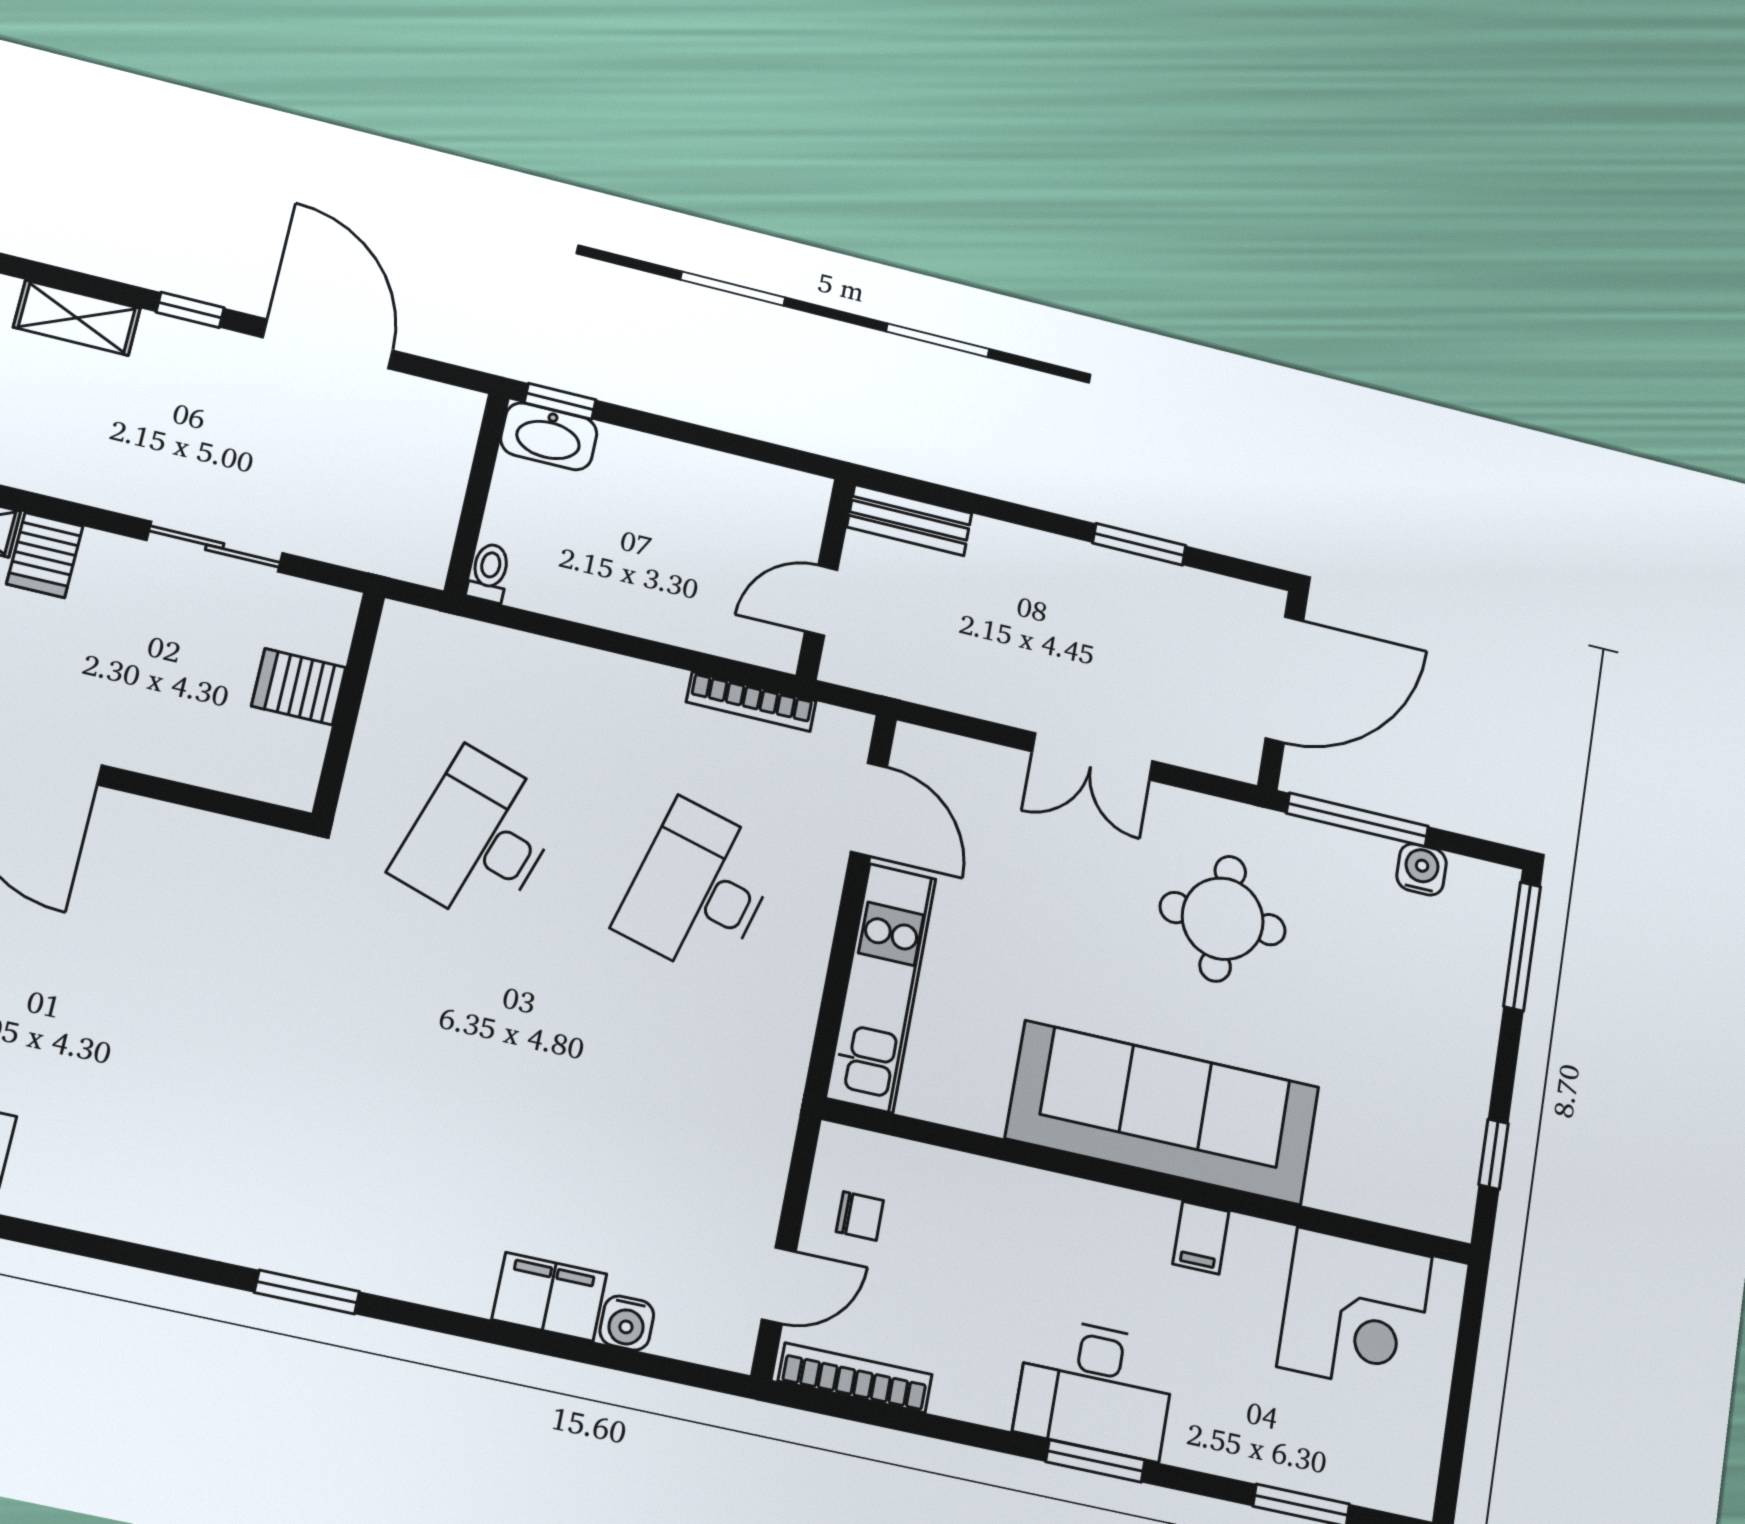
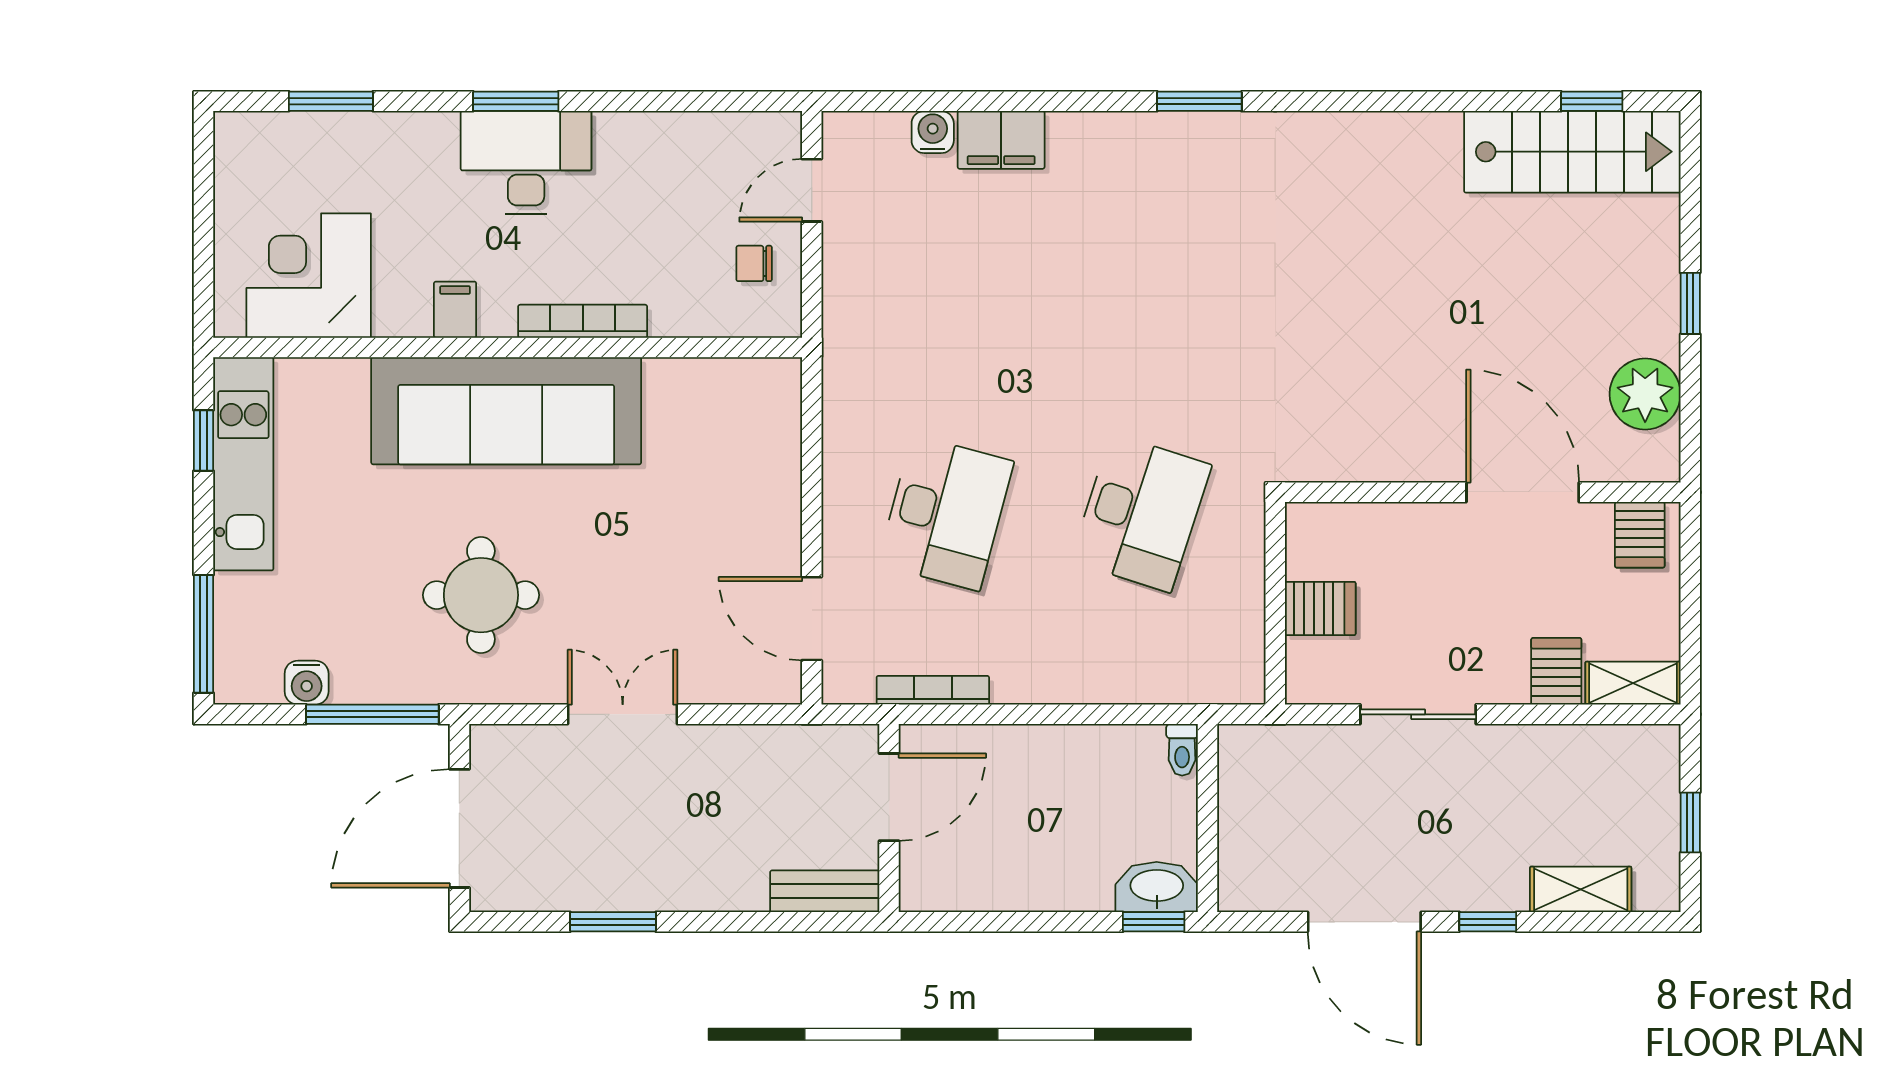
door: (821, 601) -> (889, 797), width x1.38
kitchen unit: (881, 988) -> (243, 464), moved, turned 180
bookcase: (855, 1378) -> (583, 321), moved, turned 180

